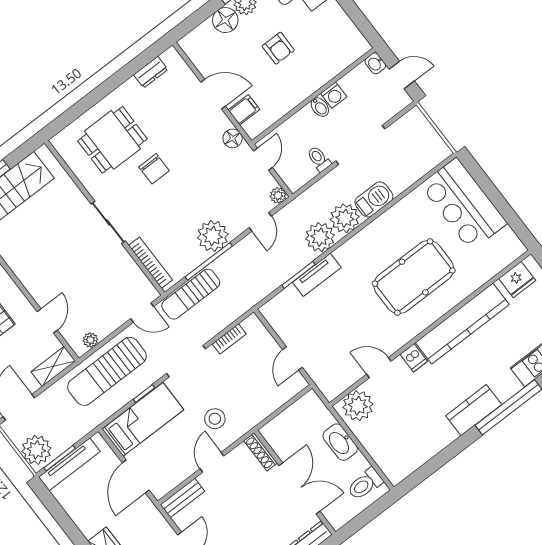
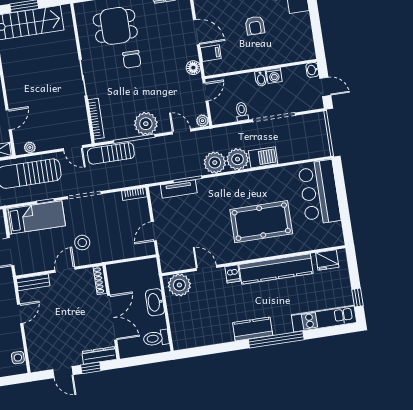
door: (260, 222) -> (182, 131), swing flipped
tv unit: (317, 275) -> (179, 189), moved
bookcase: (229, 339) -> (134, 194), moved

